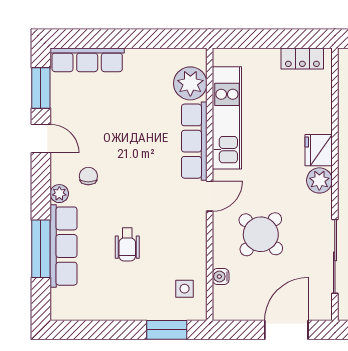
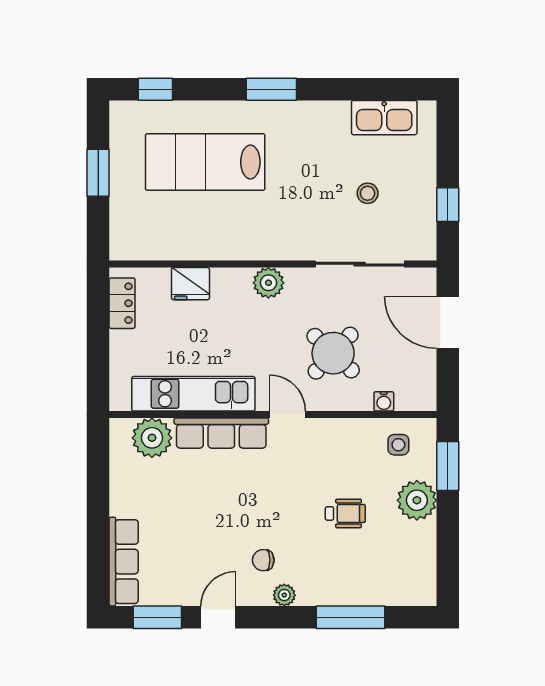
fridge: (319, 150) -> (190, 284), moved
row of seats: (64, 246) -> (347, 590), removed
plant: (138, 304) -> (417, 500), added

